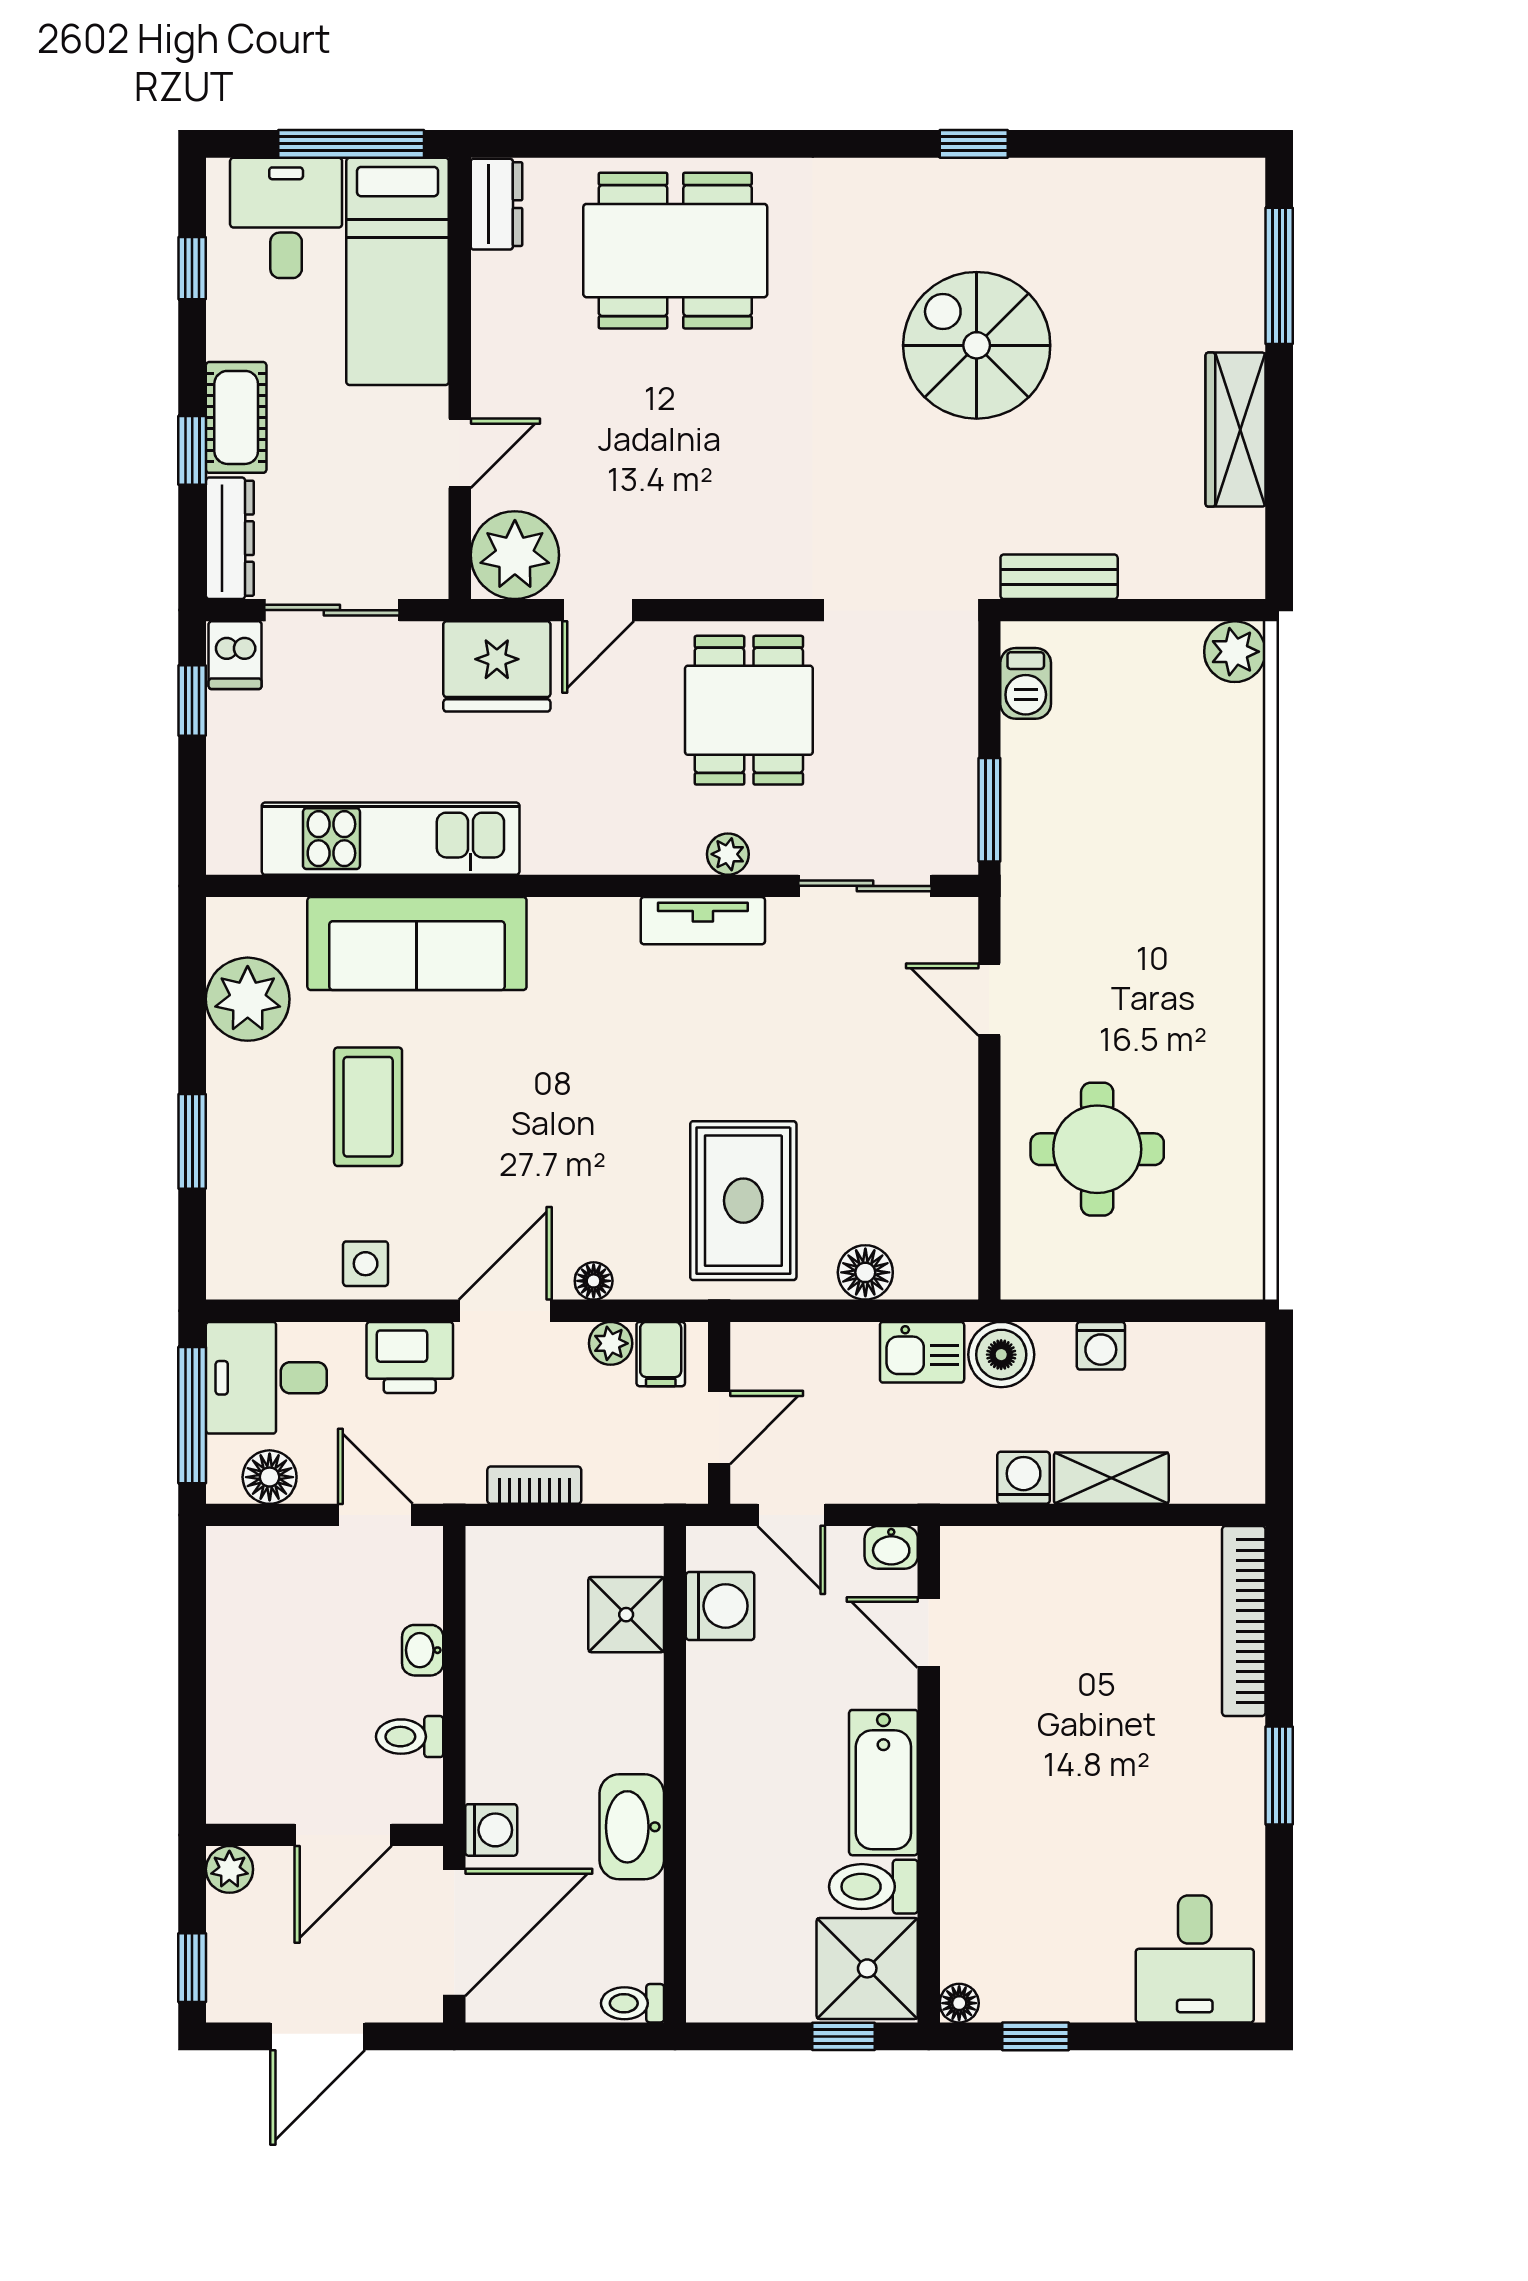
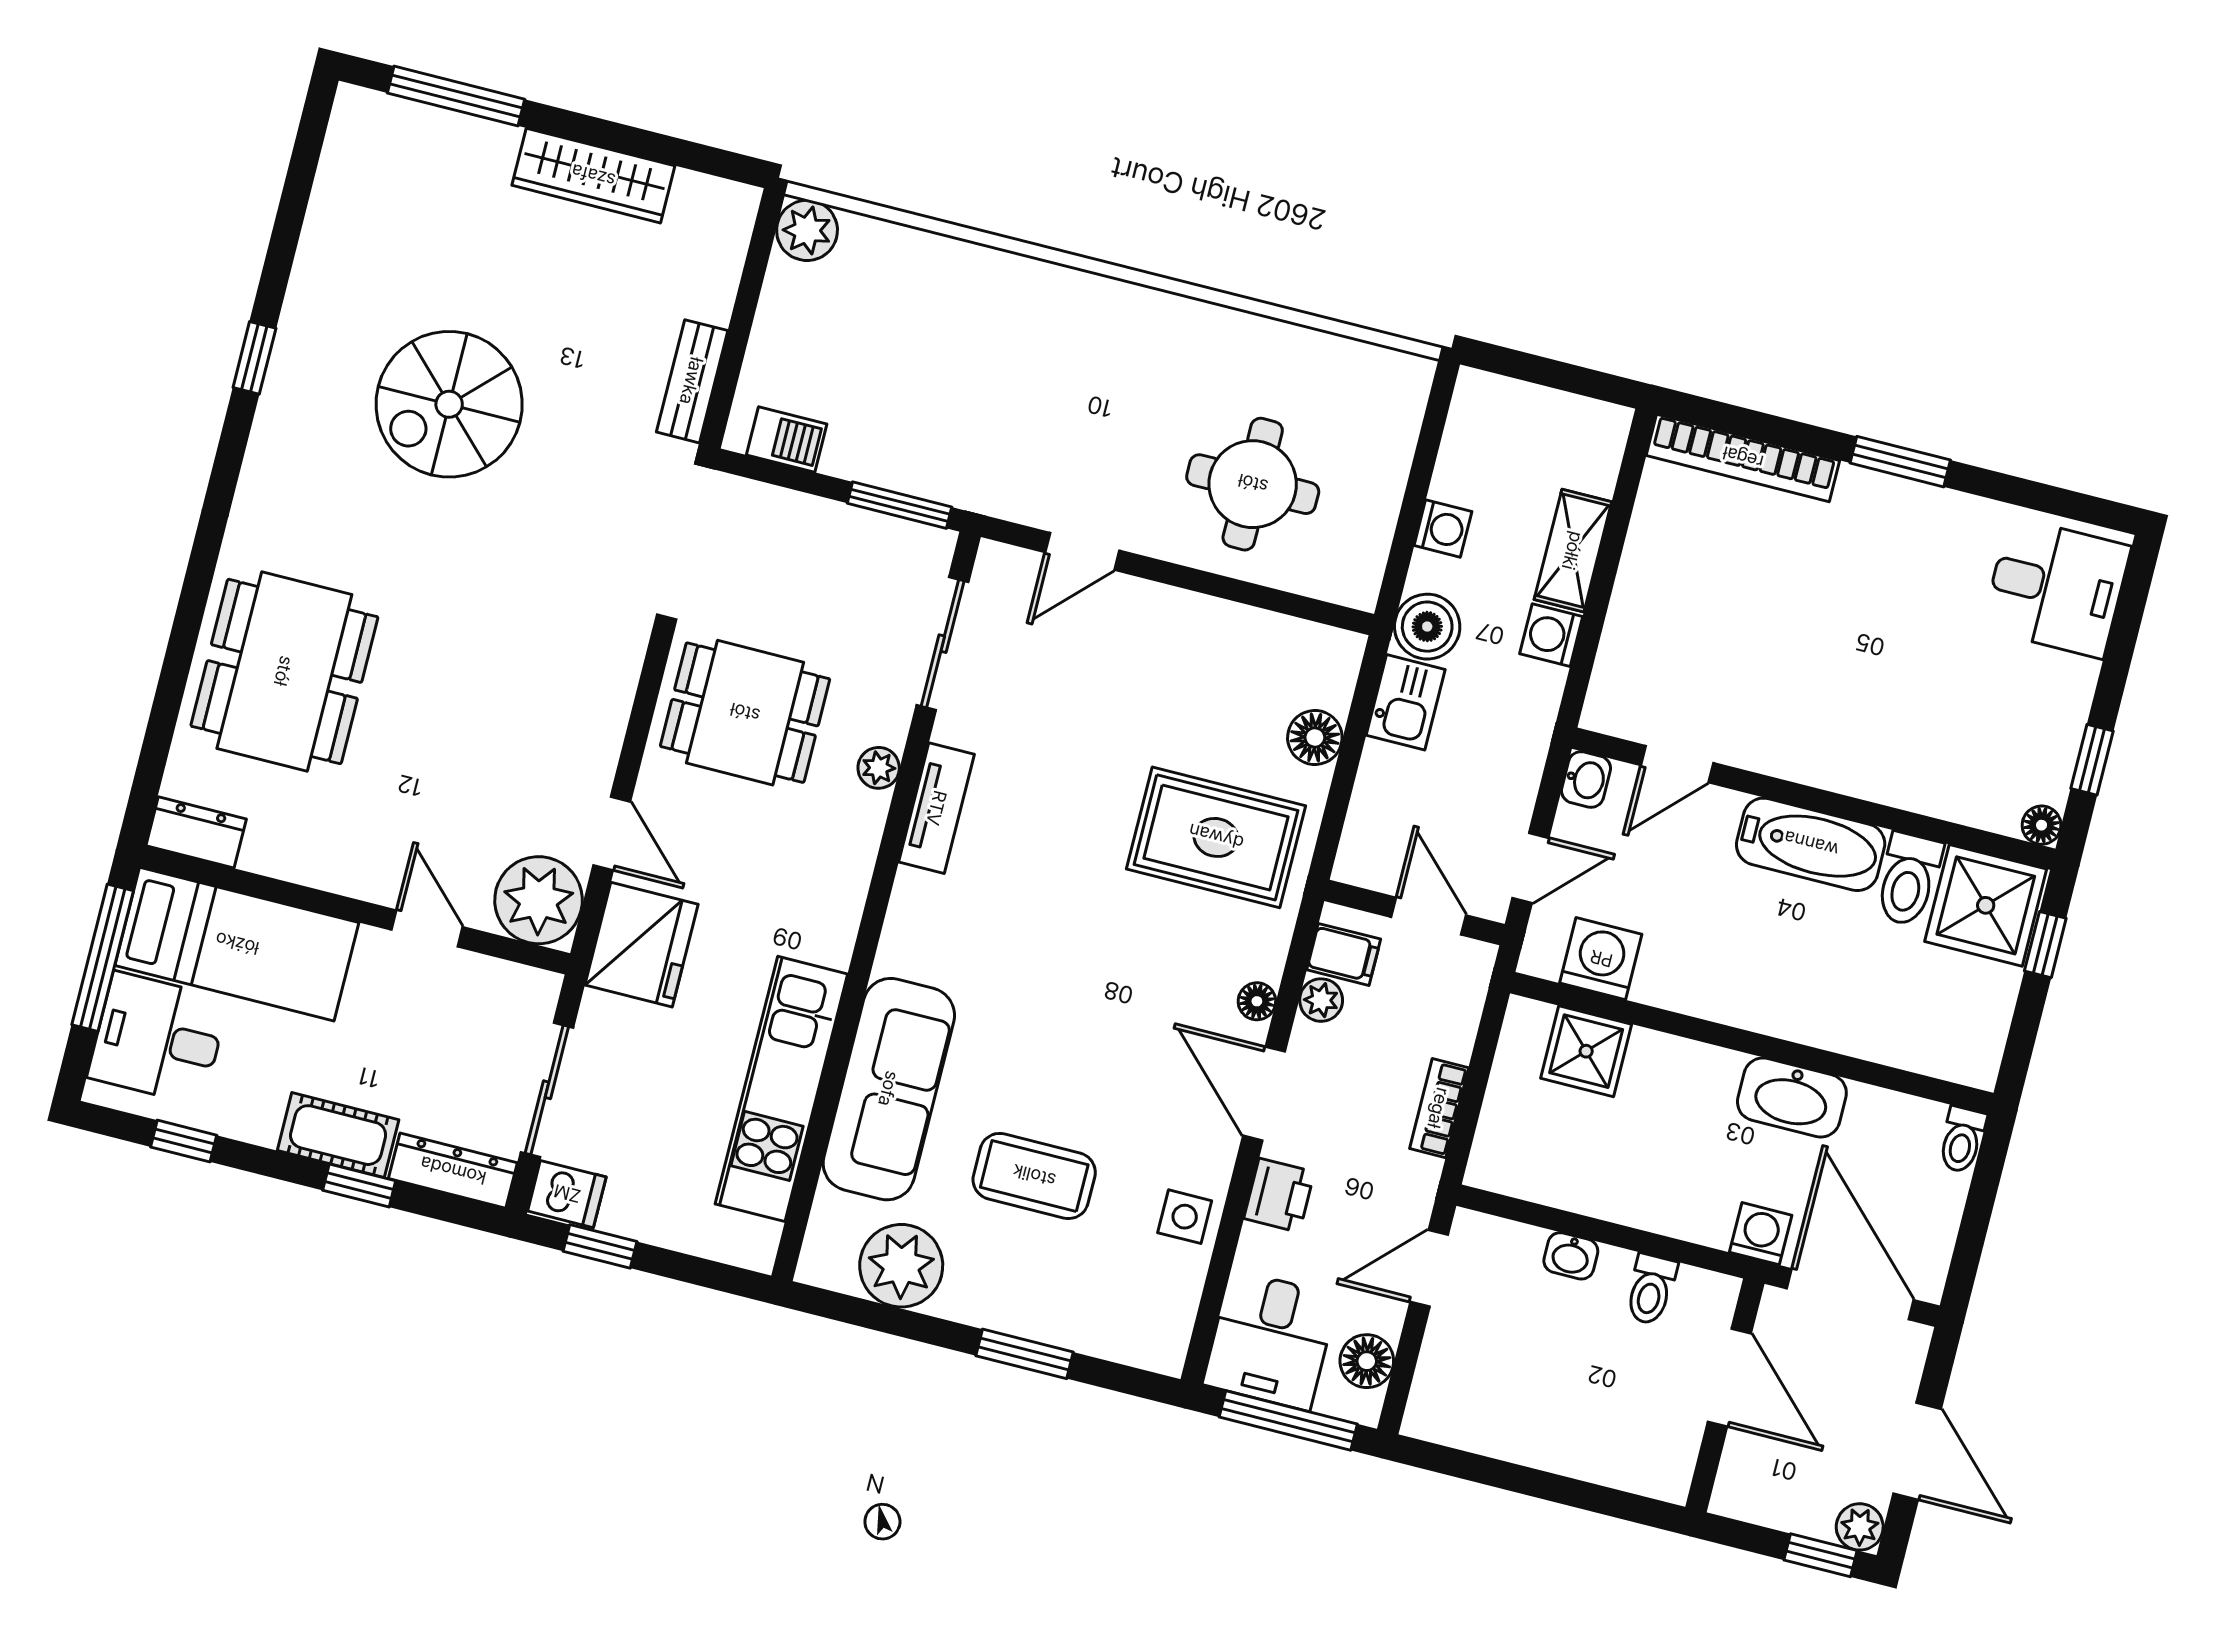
printer: (410, 1357) -> (1279, 1195), width x0.73, depth x0.81
plant: (229, 1869) -> (1860, 1527), moved

